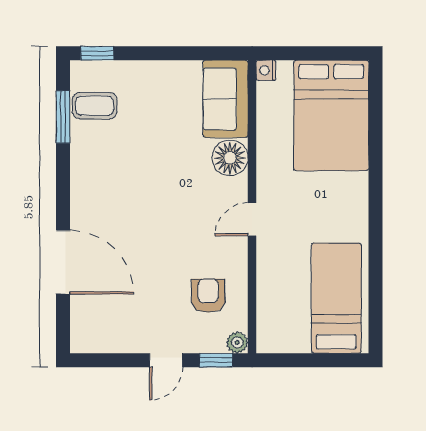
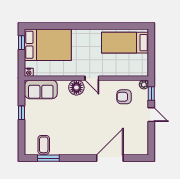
window: (97, 53) -> (22, 113), moved
window: (336, 53) -> (22, 43), added
floor lamp: (230, 158) -> (76, 88), moved

